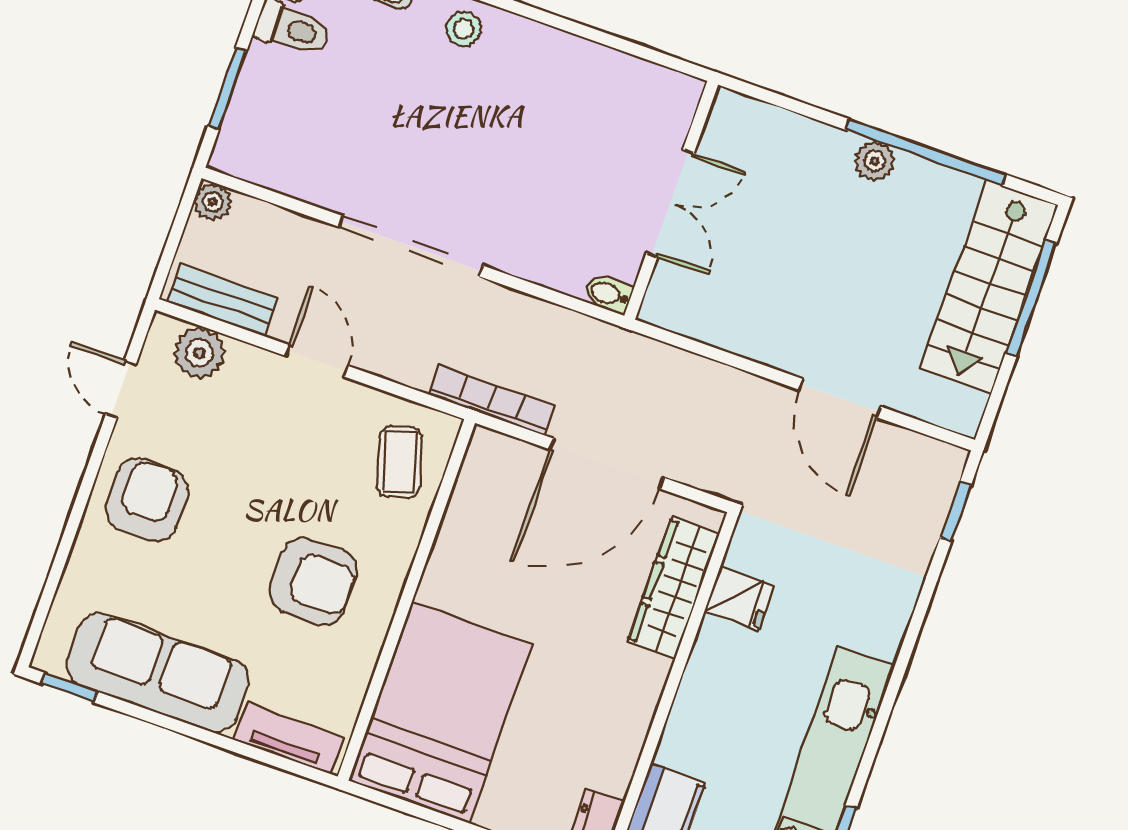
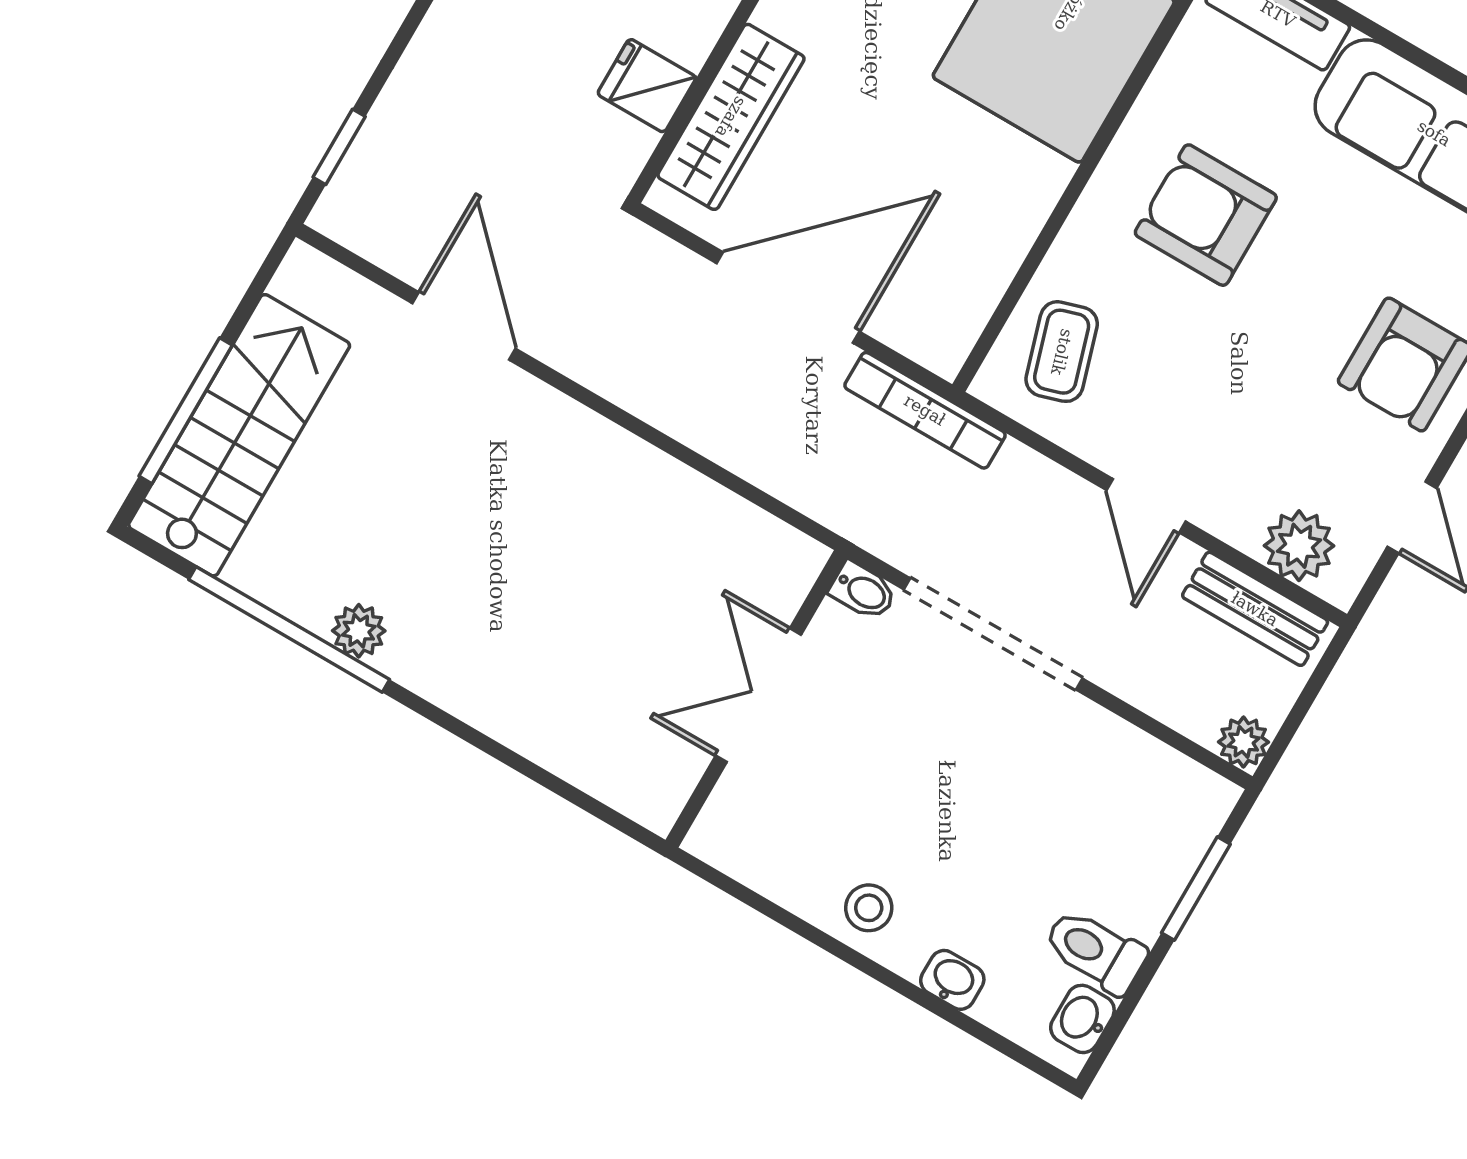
wall: (671, 200) -> (756, 699), moved
double door: (670, 203) -> (758, 695), moved
bidet: (608, 294) -> (863, 591), moved

